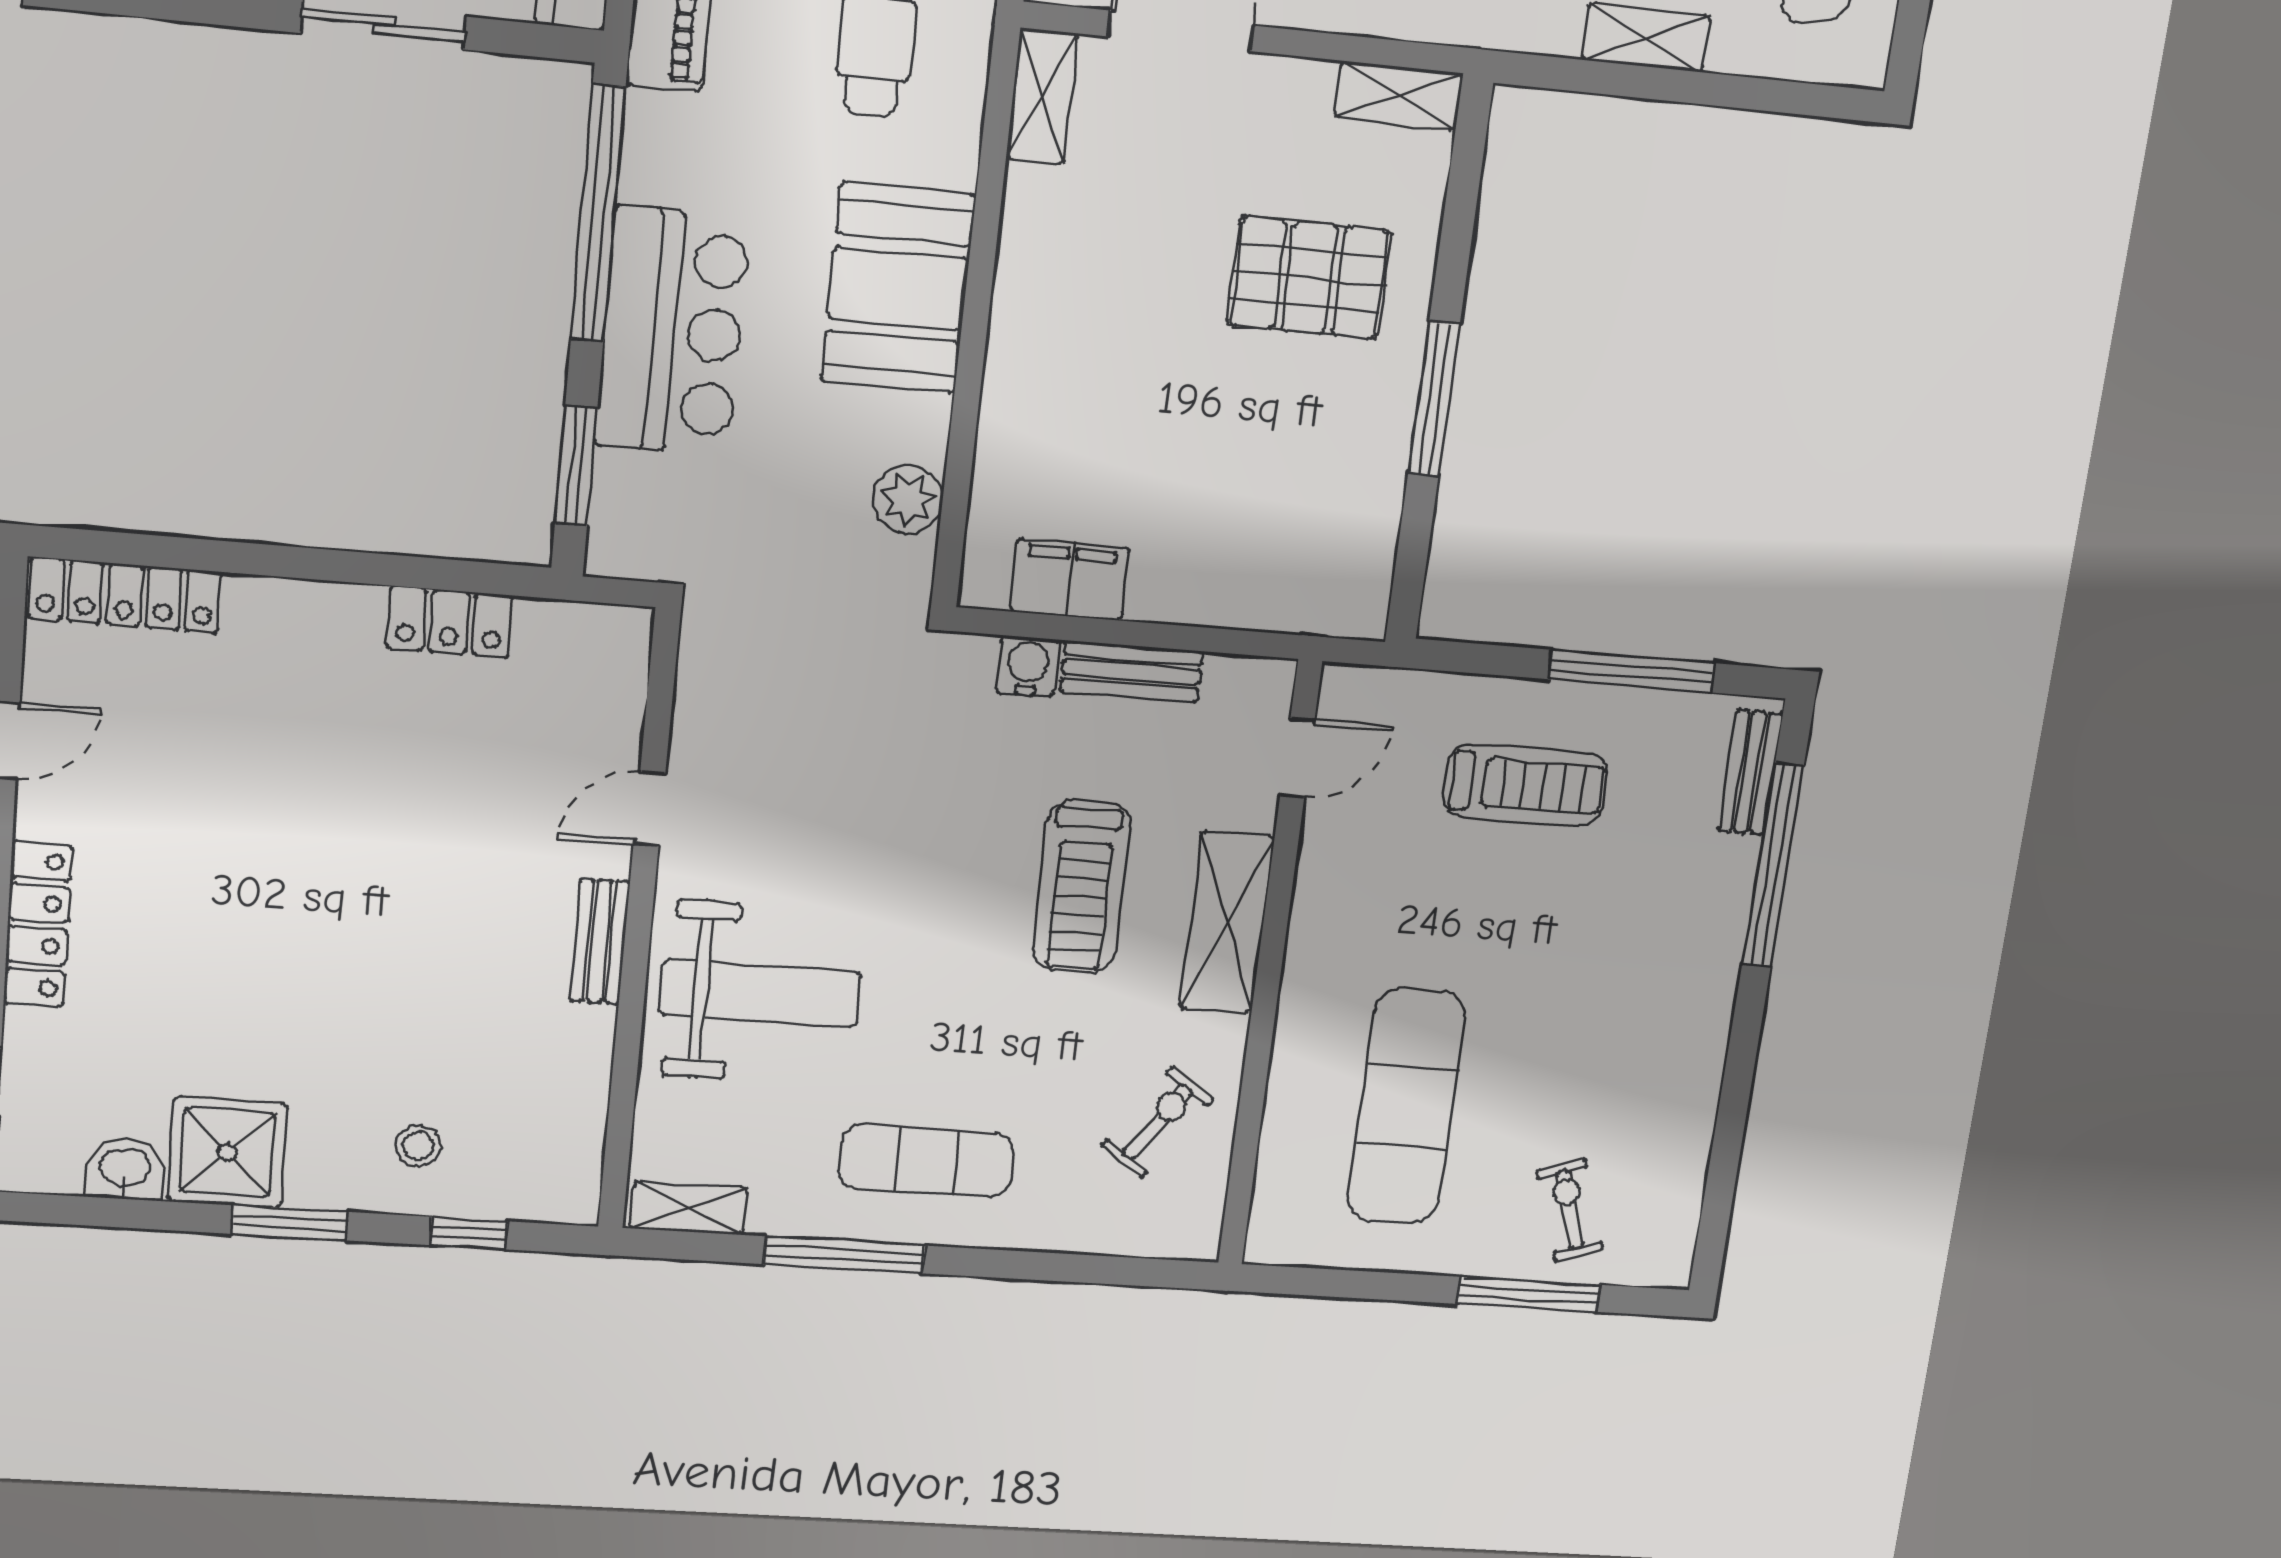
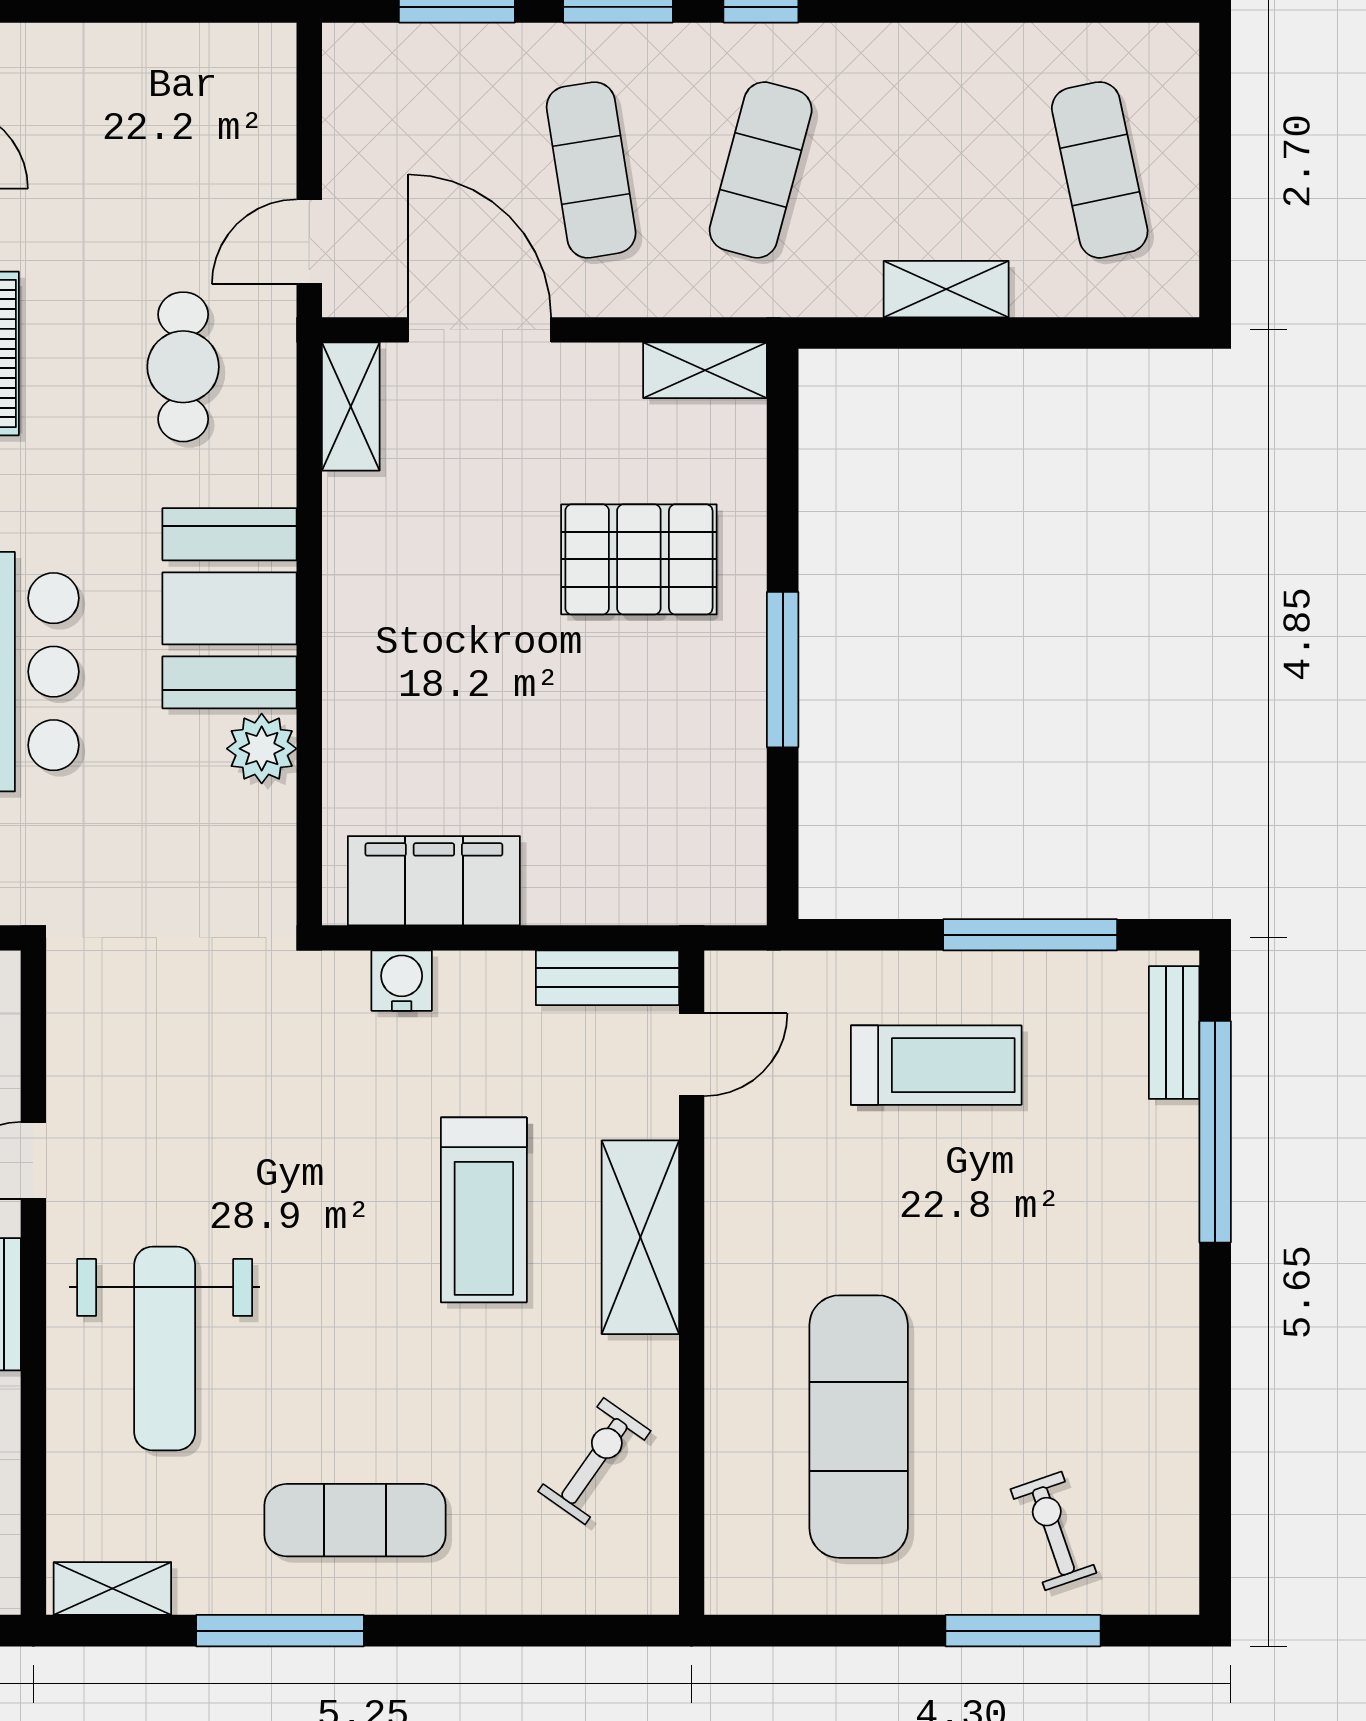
plant: (908, 499) -> (262, 749), moved
filing cabinet: (1070, 579) -> (434, 881), width x1.50, depth x1.17
bench: (1131, 672) -> (608, 978), moved
weight bench: (761, 993) -> (165, 1349), turned 90

